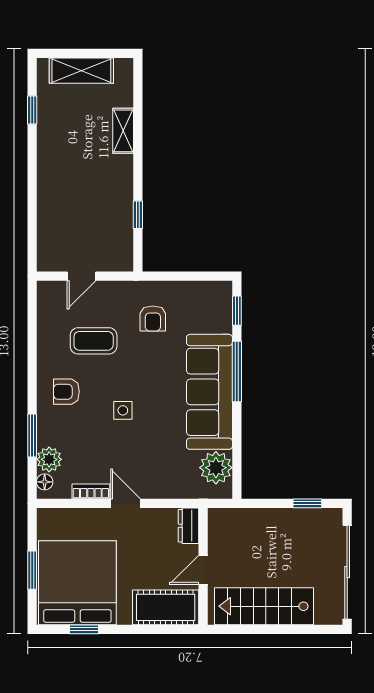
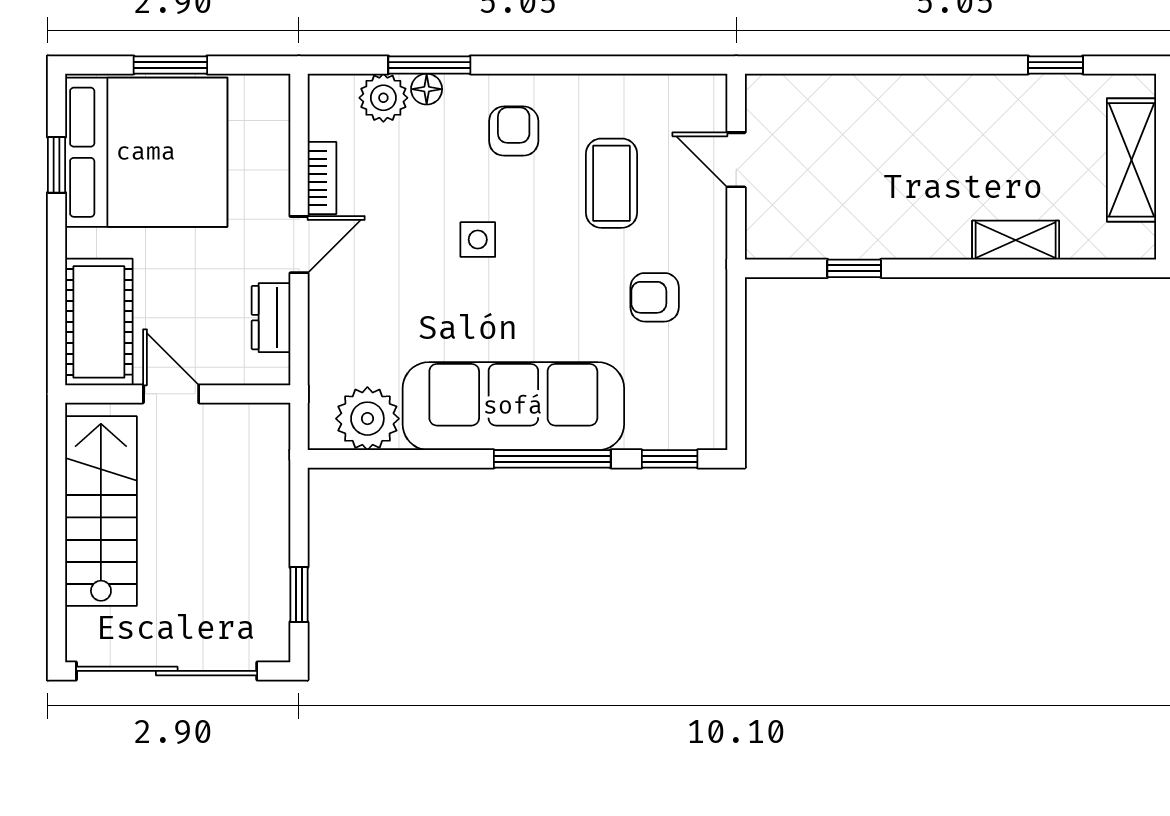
floor lamp: (45, 482) -> (427, 89), moved
dresser: (189, 526) -> (271, 318), moved, turned -90

